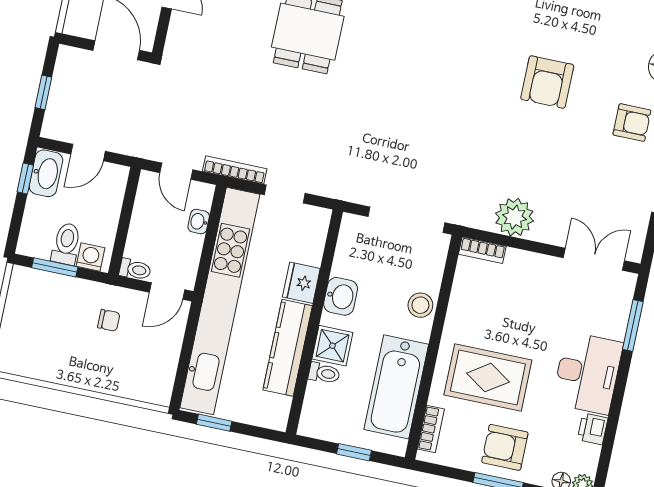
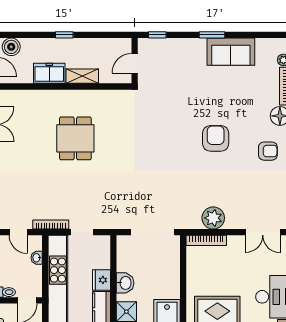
armchair: (547, 82) -> (216, 138), turned 180
bookcase: (482, 250) -> (206, 240), width x1.56
double door: (594, 259) -> (263, 232), swing flipped
stool: (420, 305) -> (171, 278), removed

